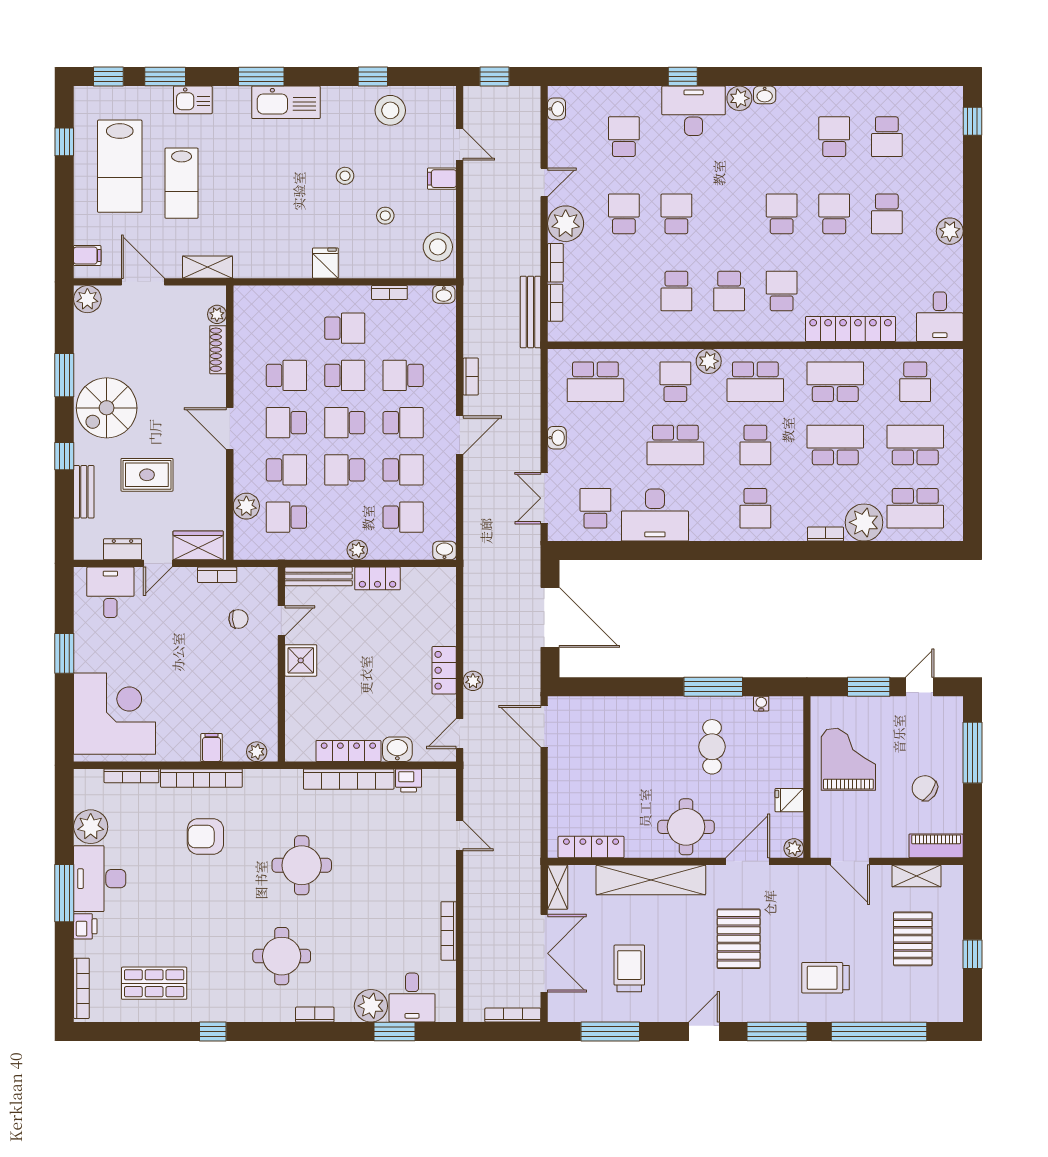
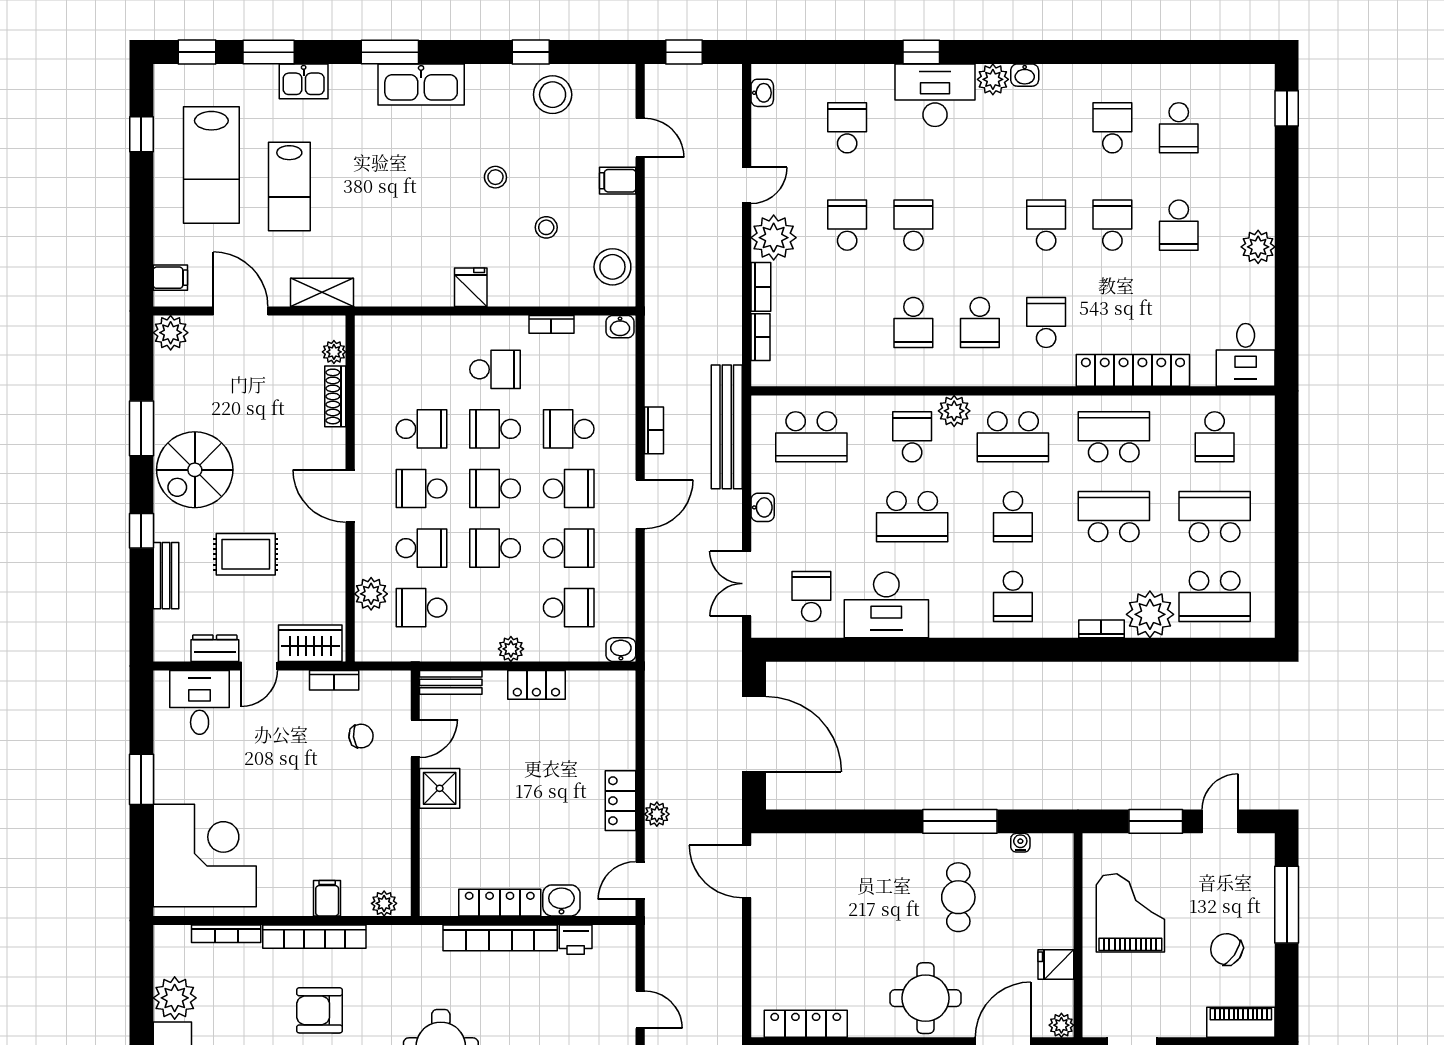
bench: (531, 312) -> (727, 427), moved, width x1.37, depth x1.21
school desk: (345, 375) -> (495, 429), turned 180
bench: (319, 576) -> (451, 682), width x0.73

